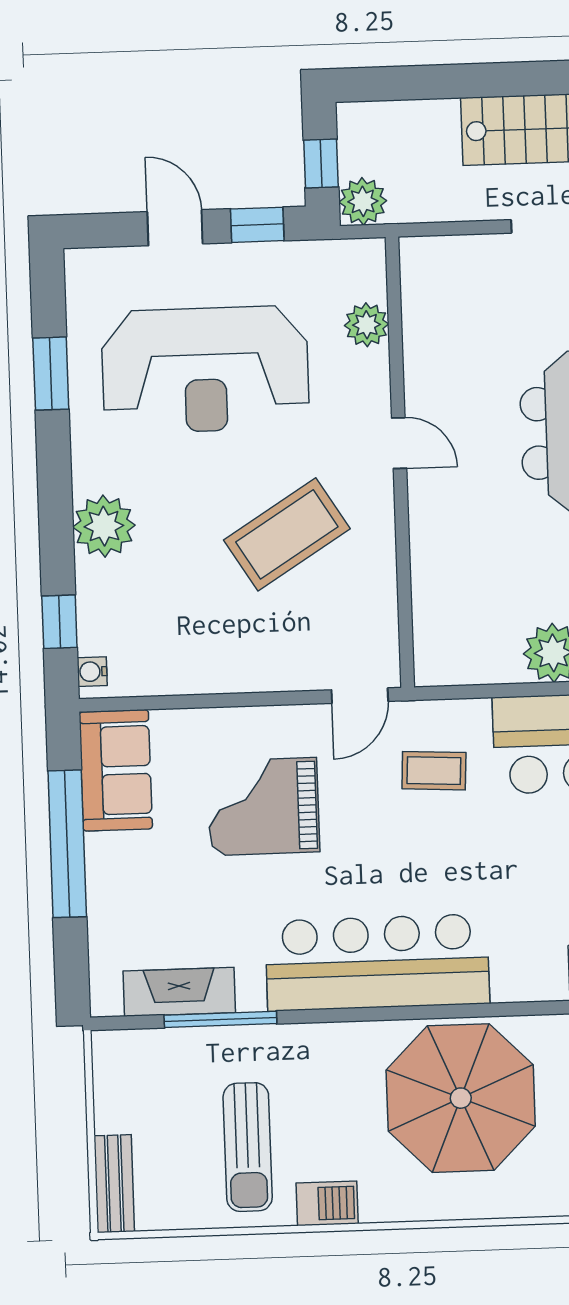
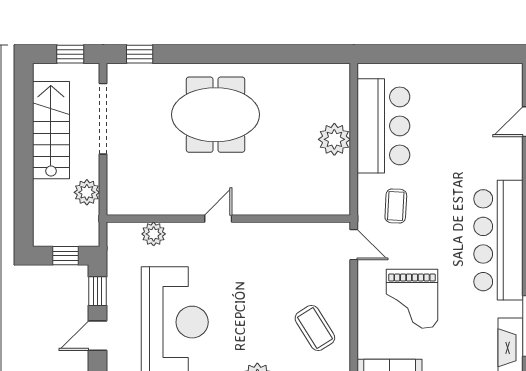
plant: (363, 201) -> (87, 192), moved
coffee table: (287, 534) -> (315, 328), moved, width x0.73, depth x0.76

